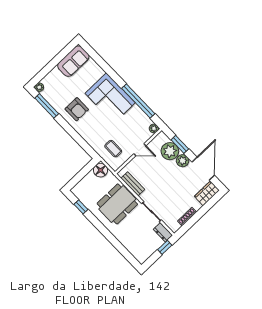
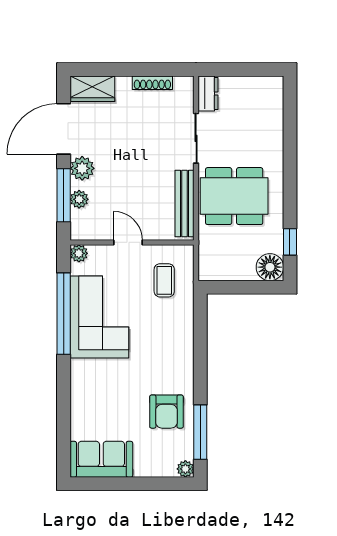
corner sofa: (110, 98) -> (99, 317), moved
armchair: (77, 109) -> (166, 412), moved, turned 180
window: (180, 144) -> (64, 195), width x1.44
plant: (170, 151) -> (79, 199), width x0.53, depth x0.53
floor lamp: (100, 170) -> (270, 267), moved
bench: (133, 184) -> (185, 204), width x1.36
window: (165, 247) -> (226, 69), removed

